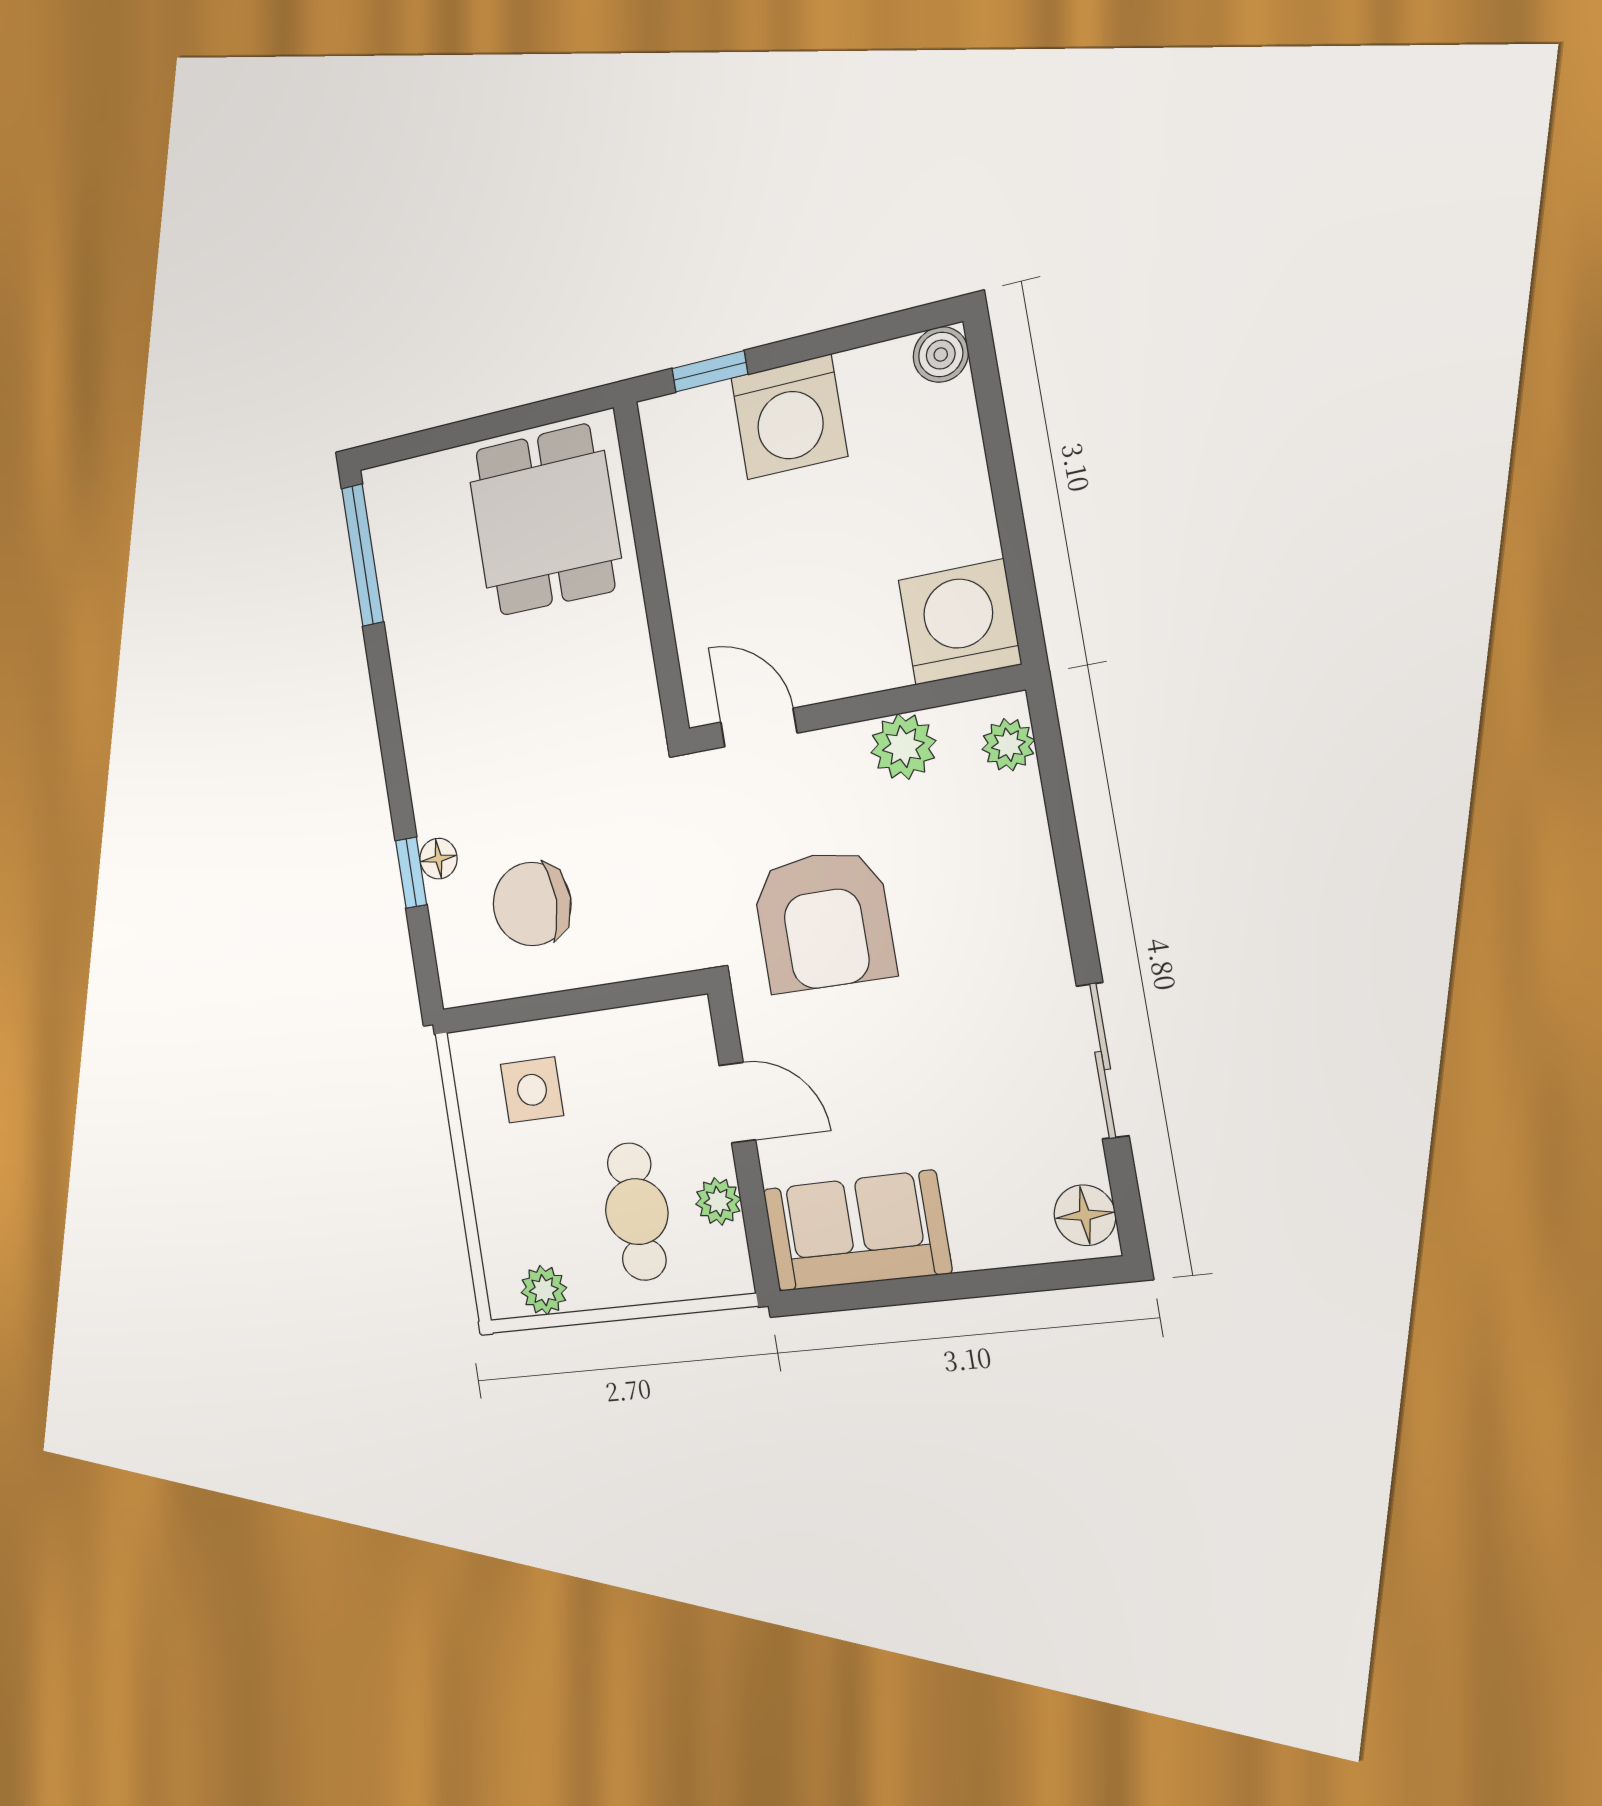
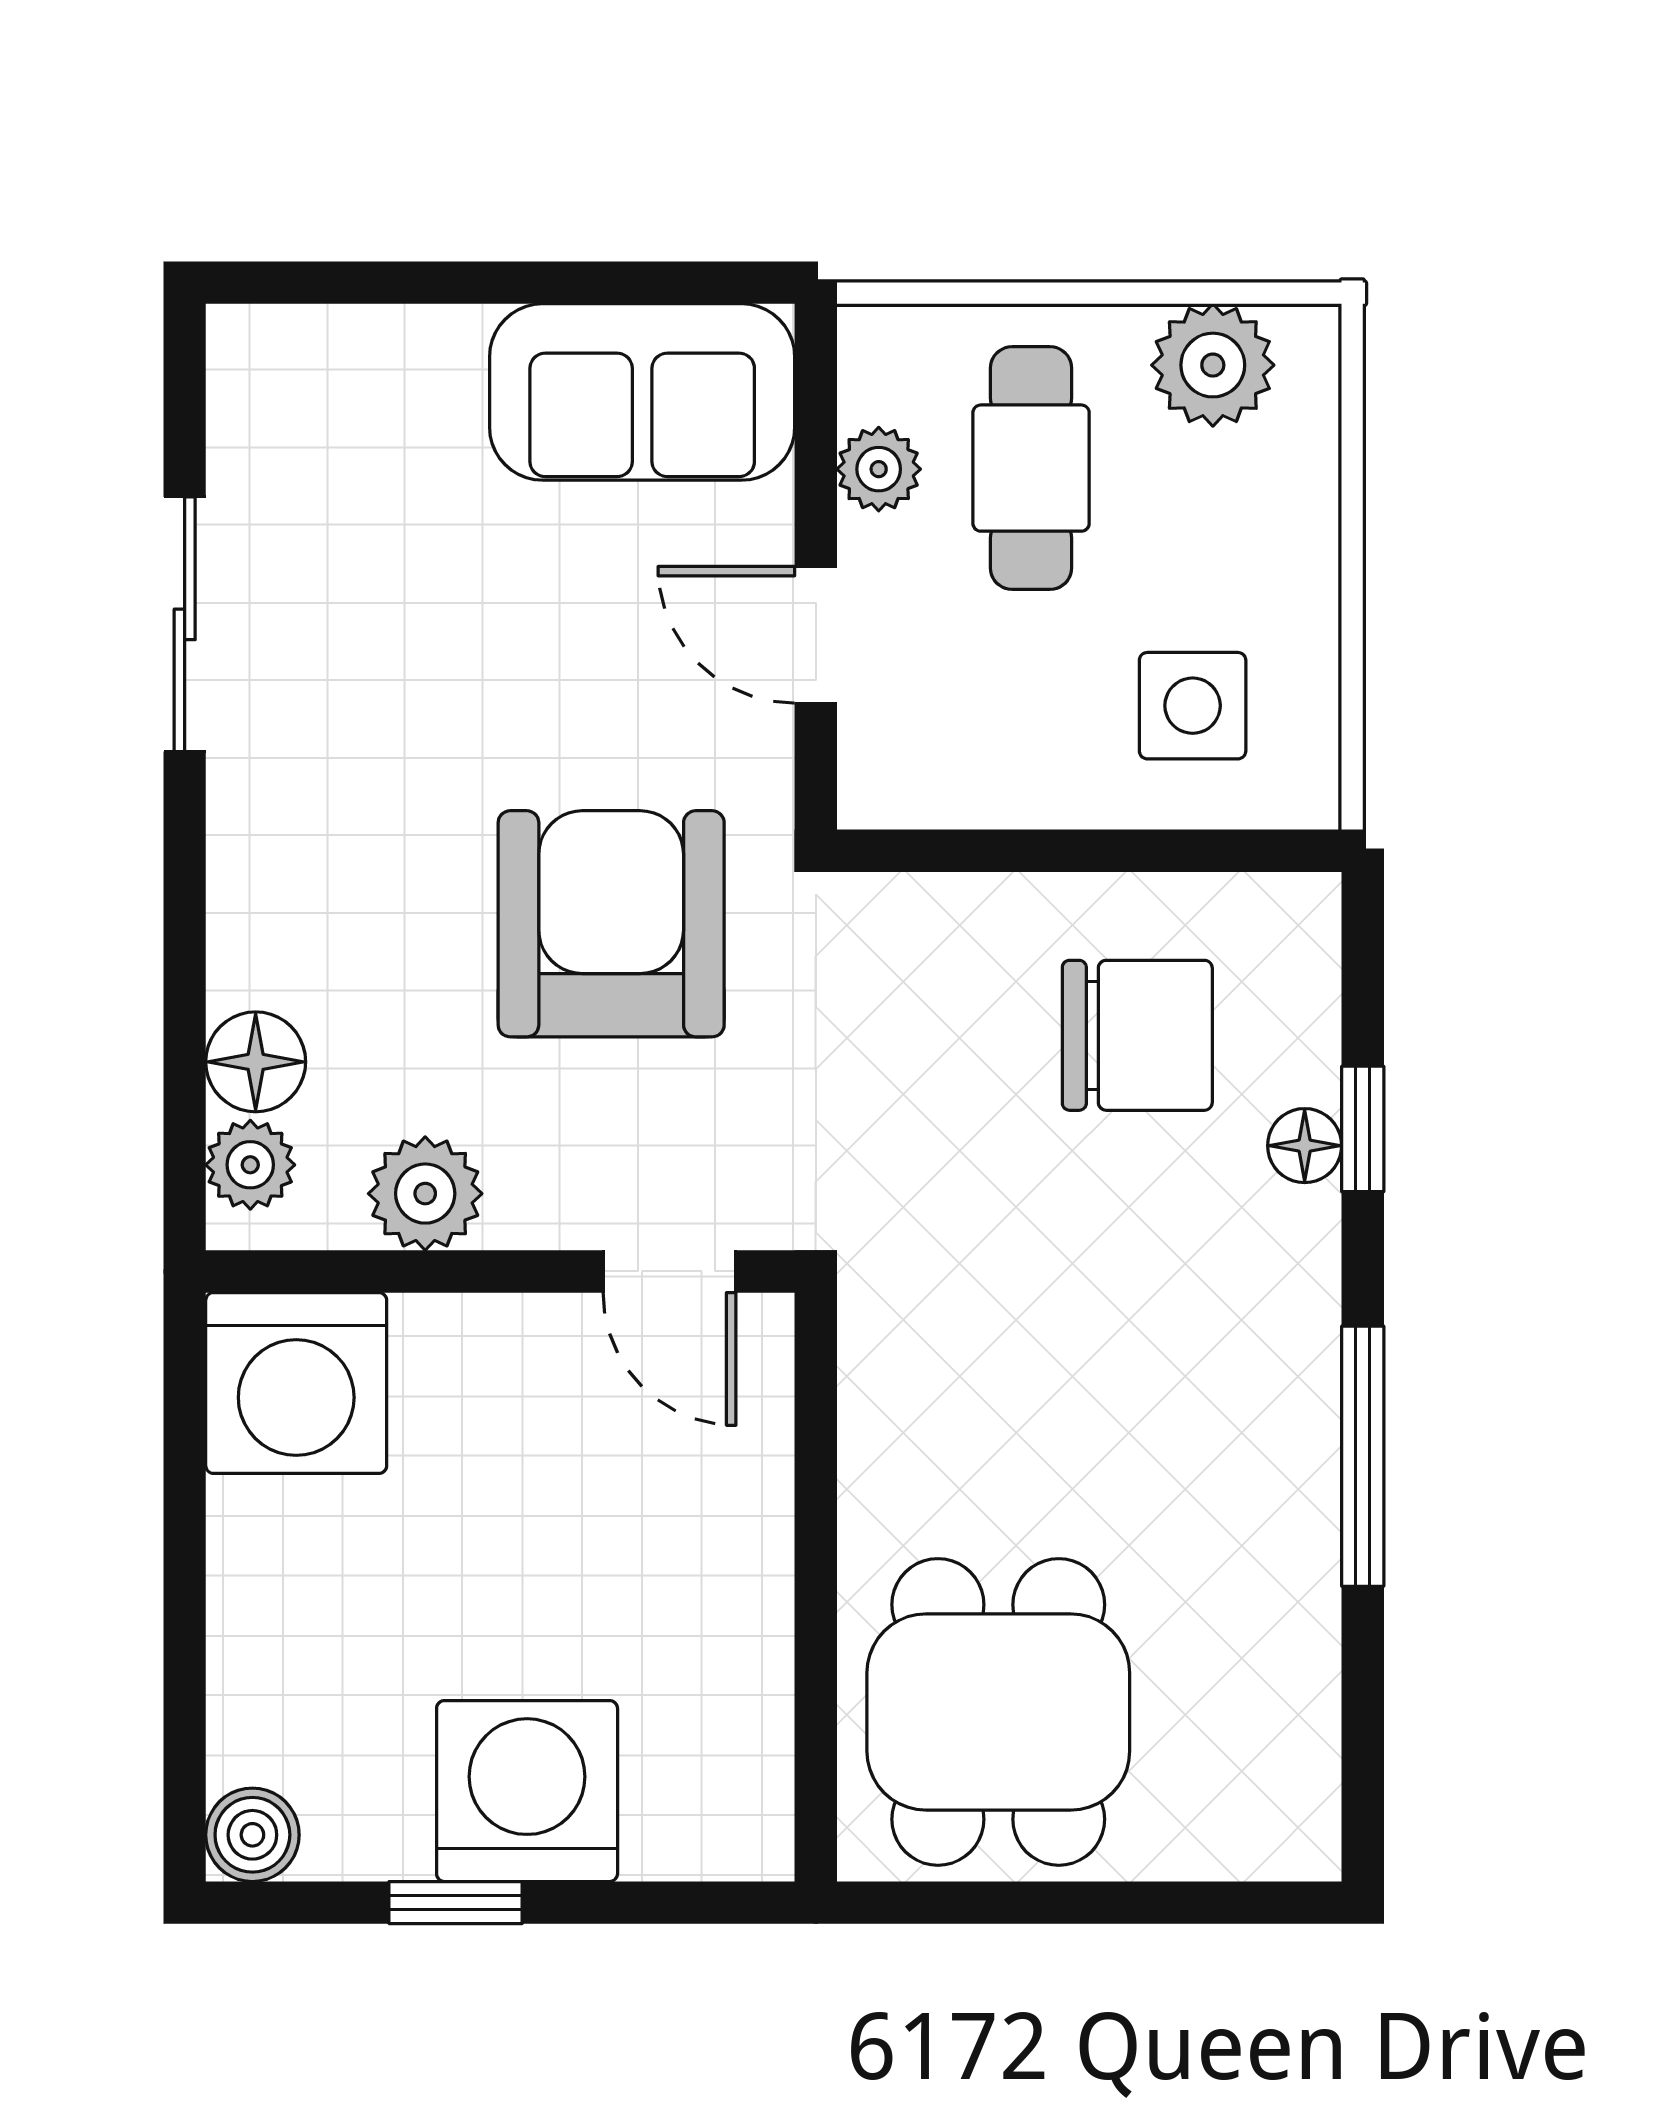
window: (710, 371) -> (456, 1903), moved
window: (363, 555) -> (1363, 1456), moved
floor lamp: (1085, 1215) -> (256, 1062), moved
plant: (544, 1290) -> (1213, 365), width x1.38, depth x1.38

